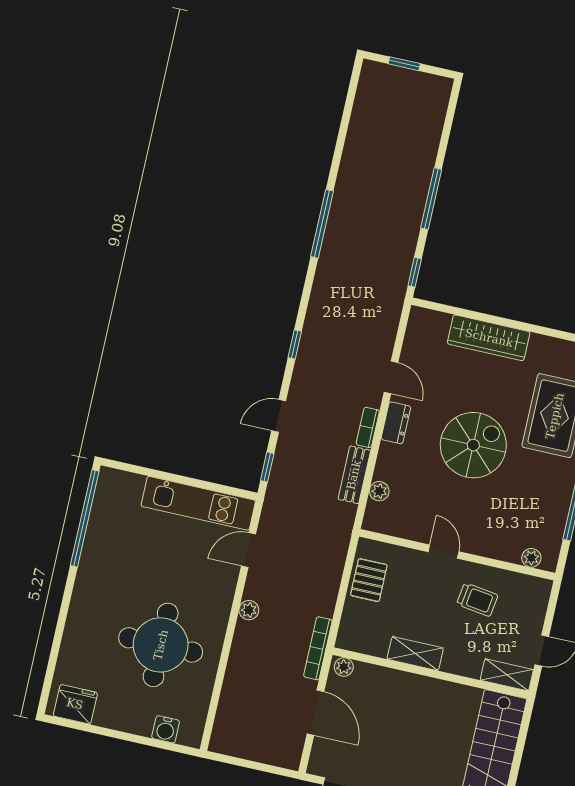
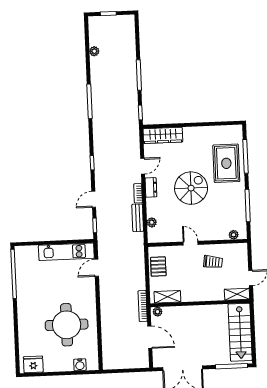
wardrobe: (489, 338) -> (163, 135), moved
door: (391, 377) -> (143, 166), hinge flipped
plant: (249, 610) -> (94, 51), moved
shelving: (415, 654) -> (167, 297), moved

